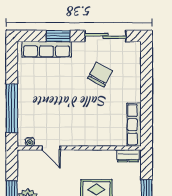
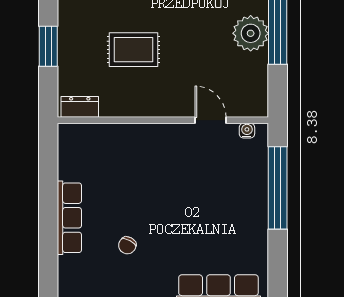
chair: (100, 75) -> (127, 245), width x0.54, depth x0.54
row of seats: (134, 125) -> (69, 218), moved

